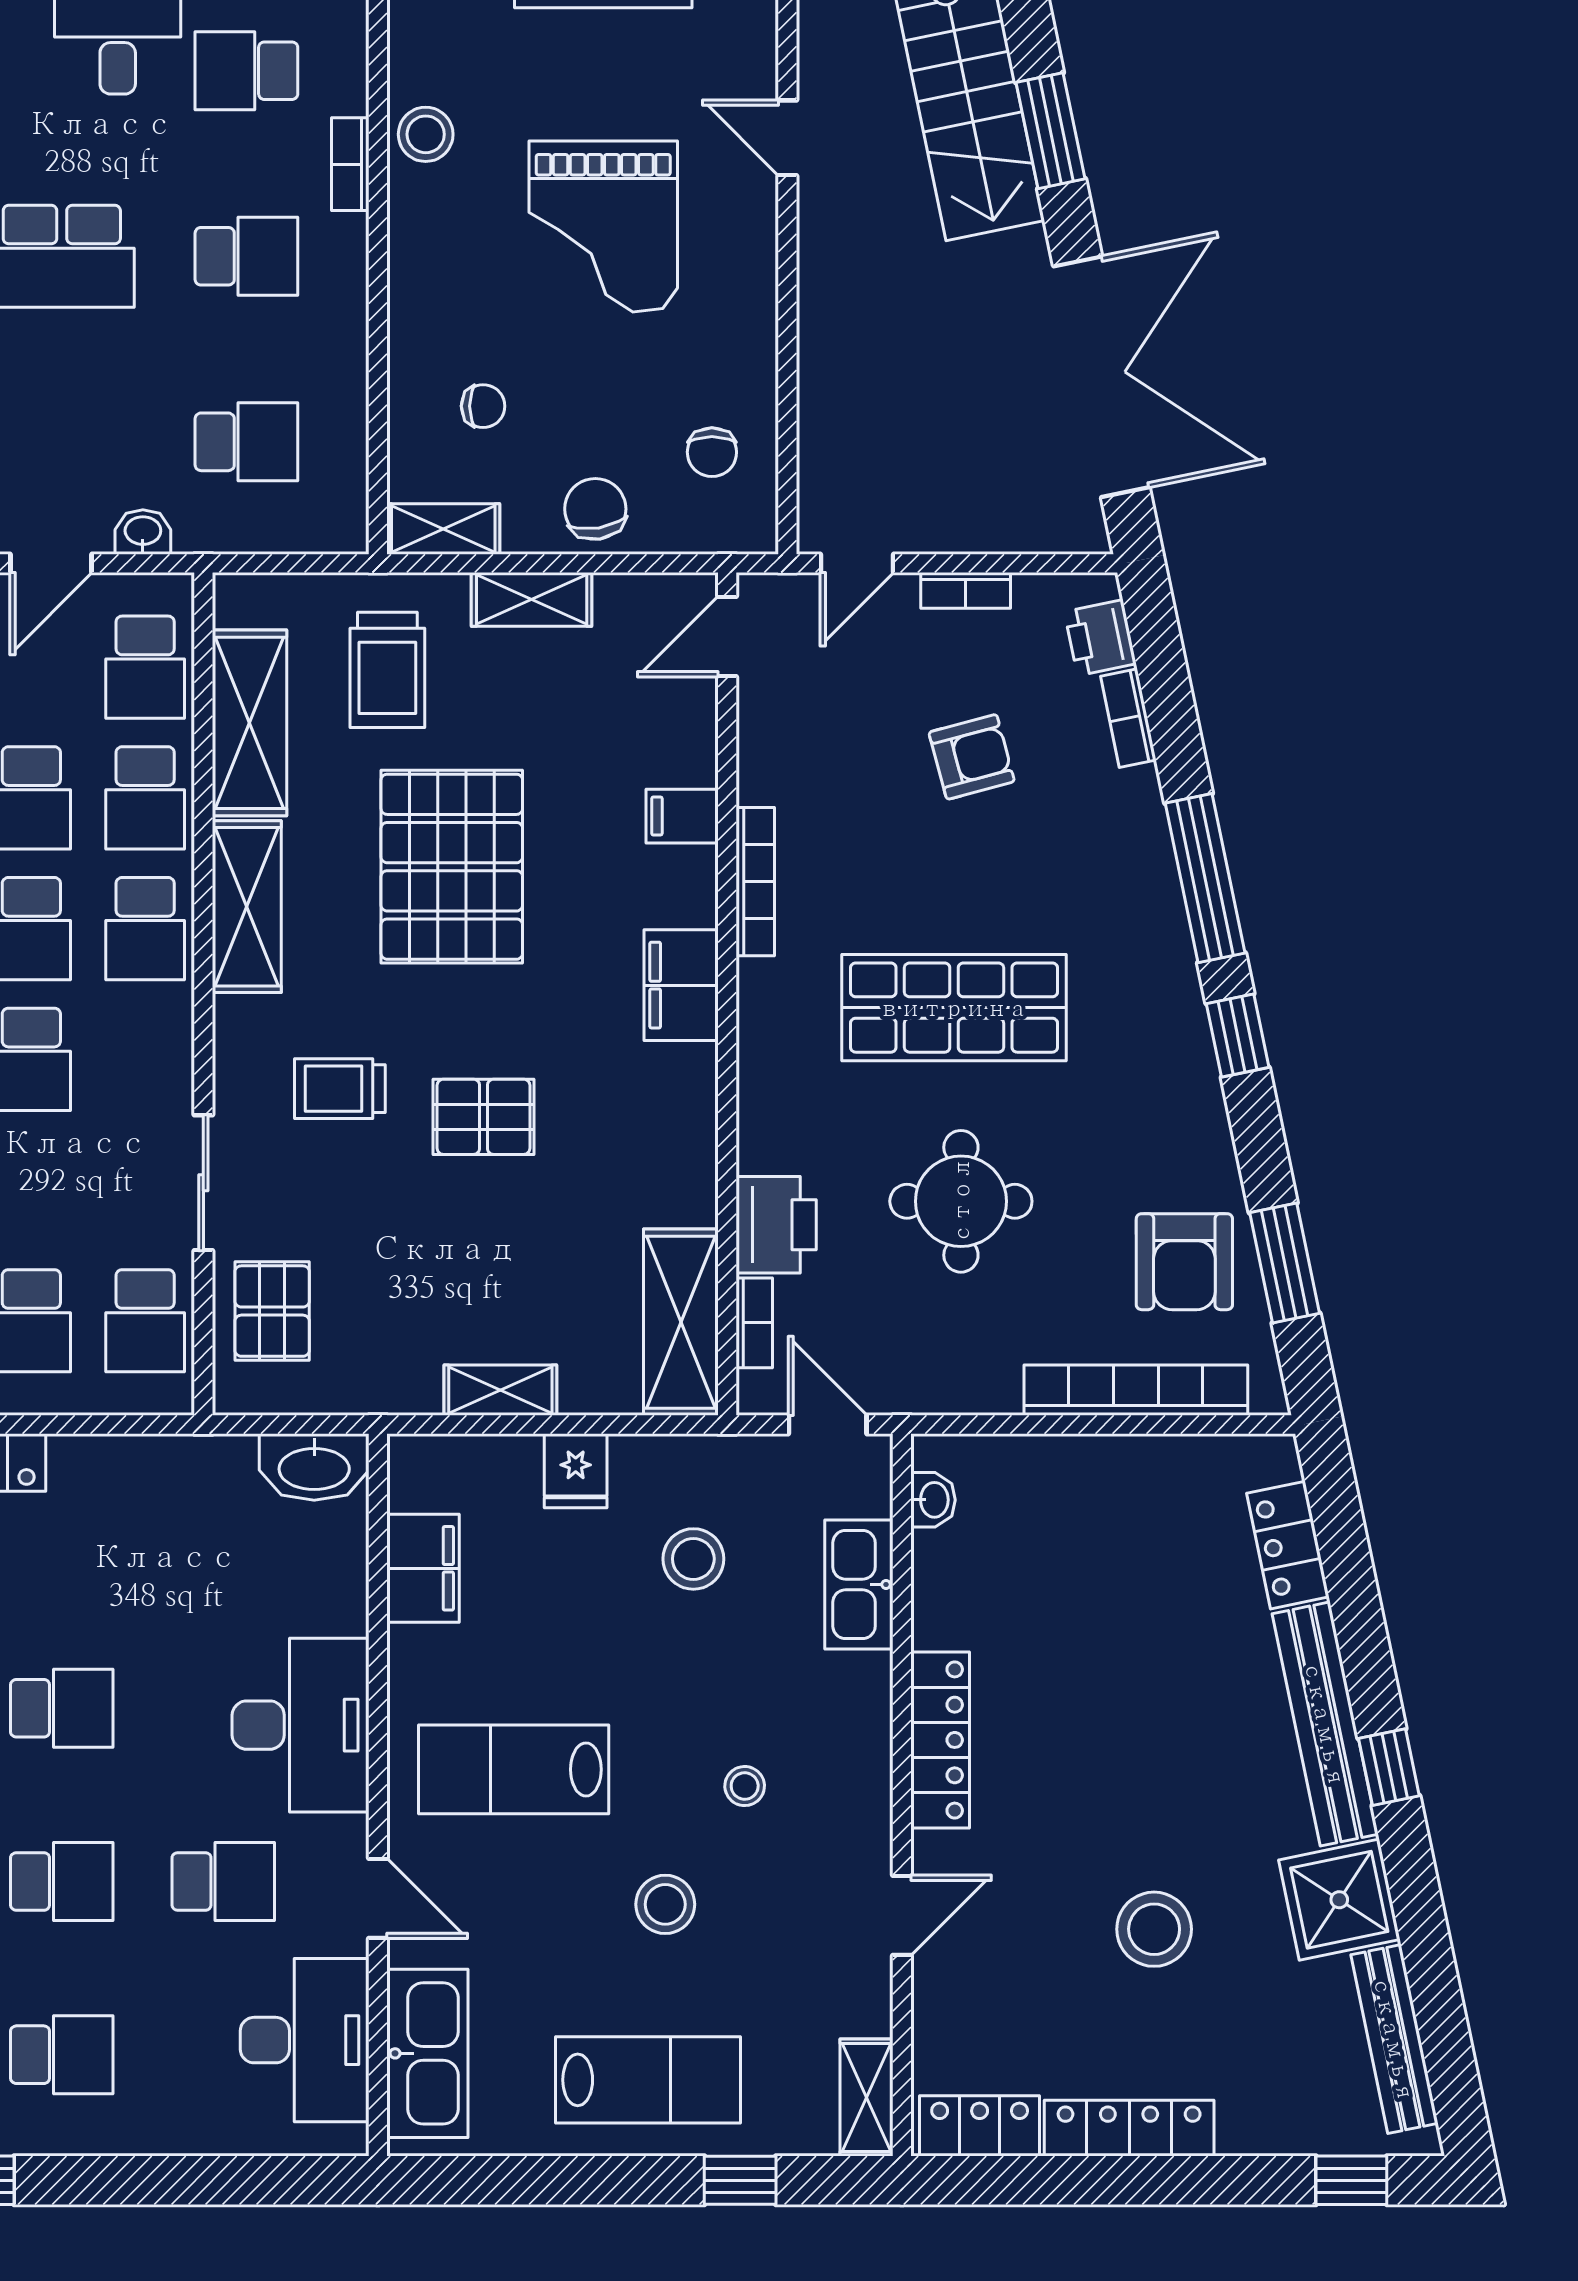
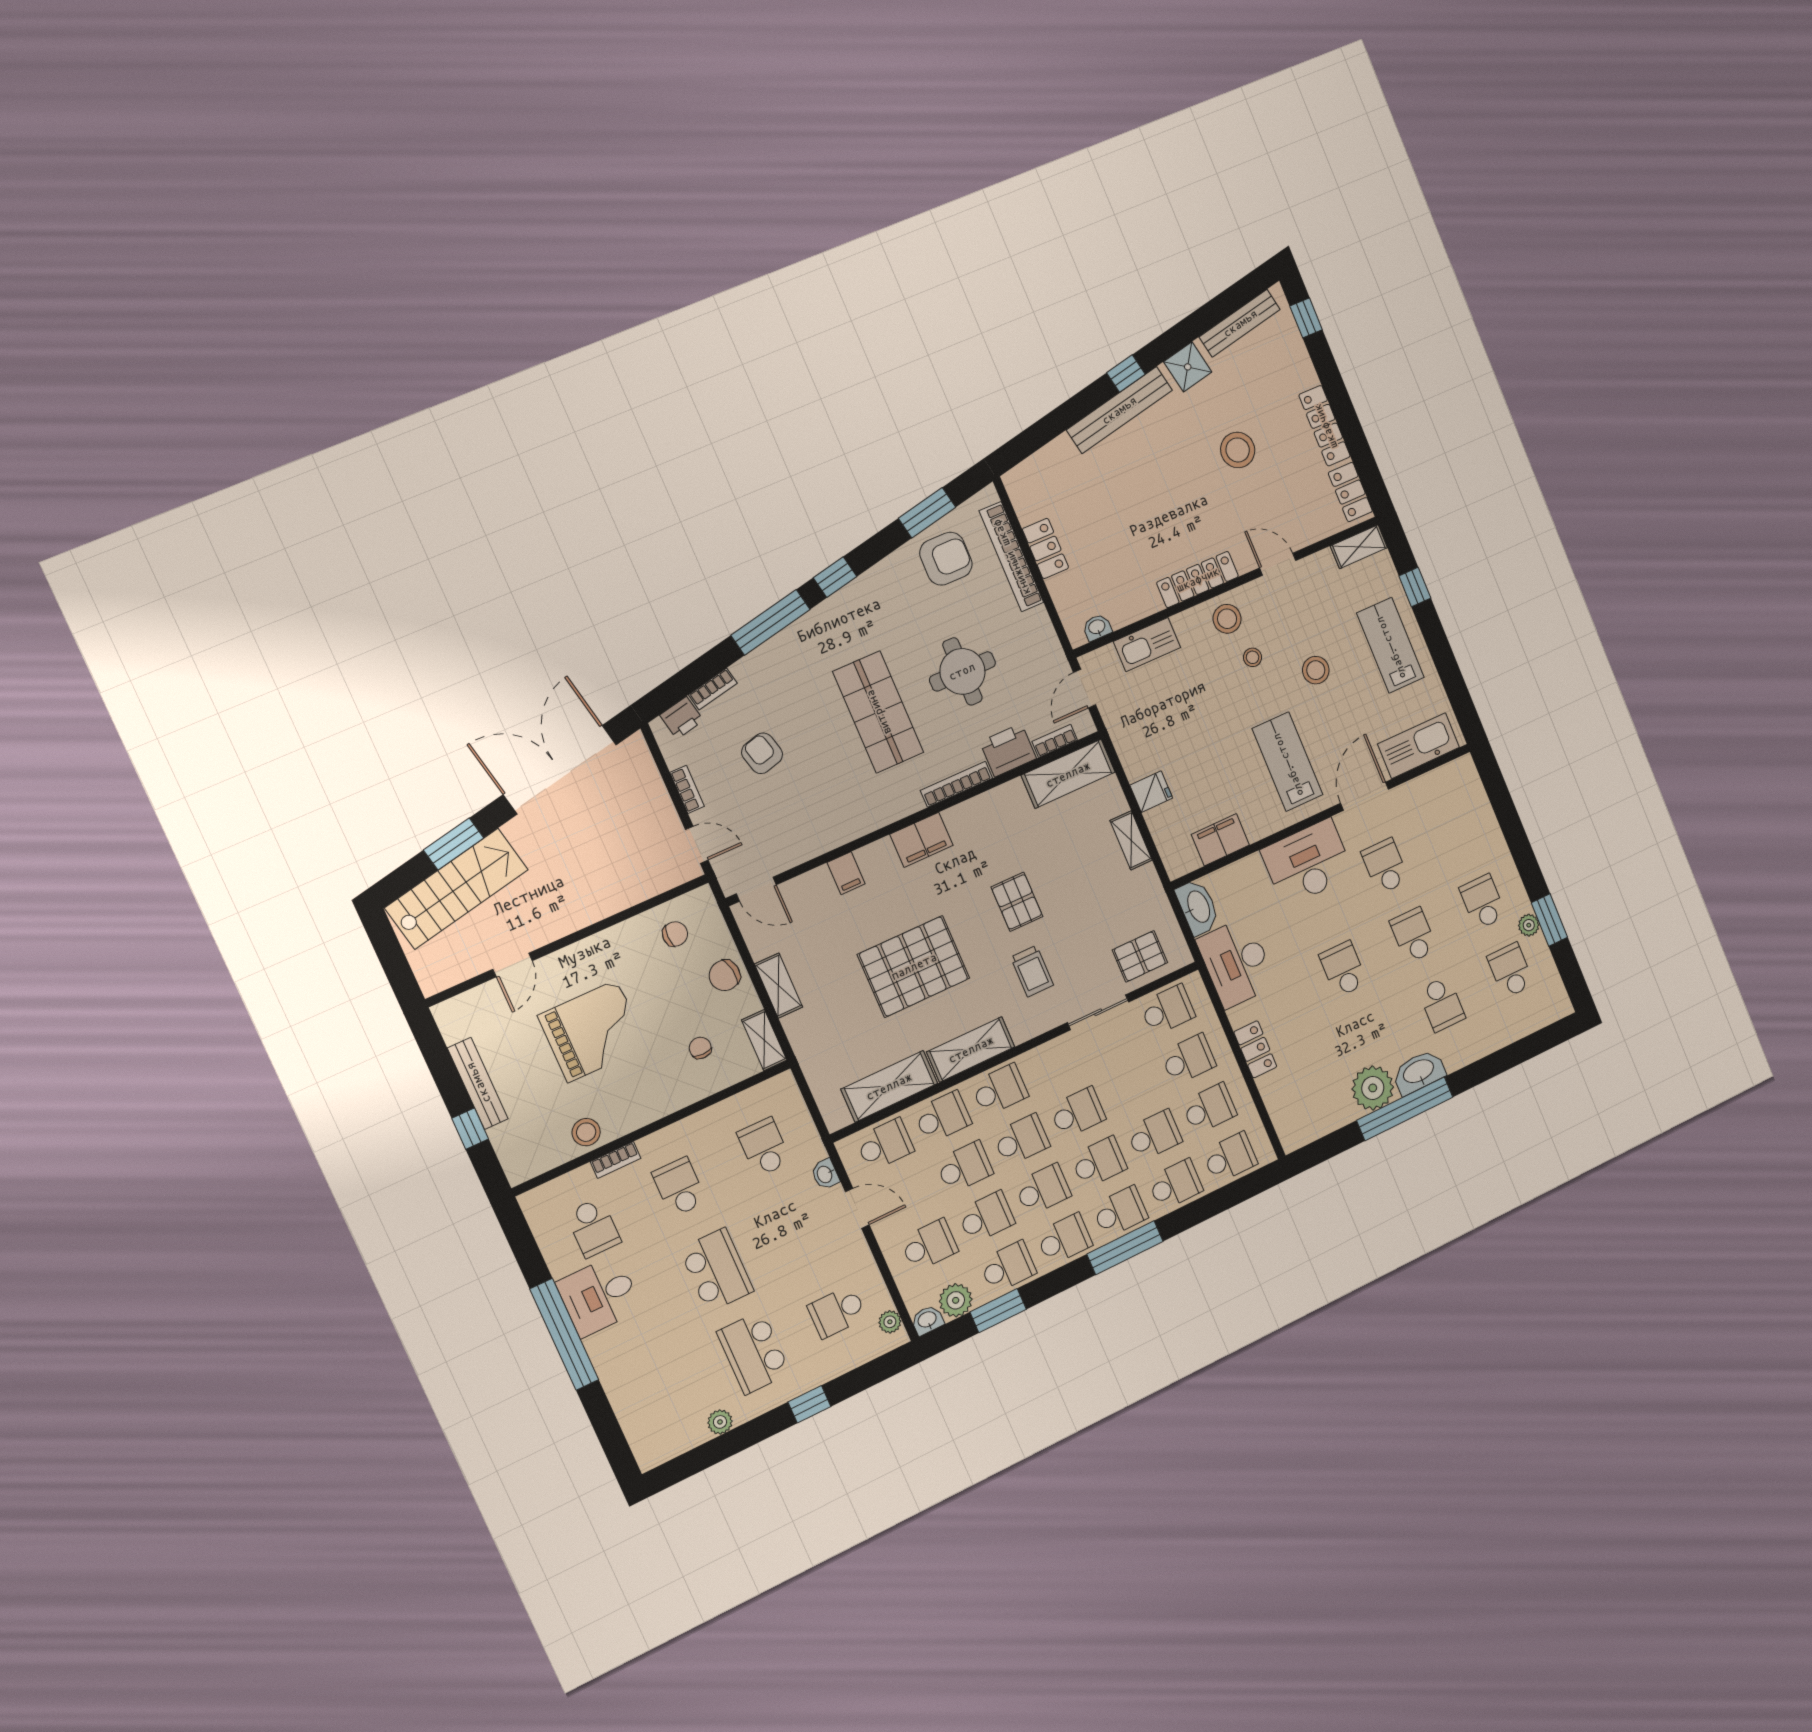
trolley: (387, 670) -> (839, 1036), removed
bookcase: (755, 882) -> (956, 784), moved
locker: (1288, 1545) -> (1045, 548), moved, turned -78
stool: (693, 1559) -> (1227, 619), moved
lab bench: (514, 1769) -> (1287, 762), turned 180
door: (378, 1898) -> (1364, 796), width x1.38
shower: (1339, 1900) -> (1188, 367), width x0.73, depth x0.73
desk: (305, 2040) -> (1236, 962), moved, turned -90

